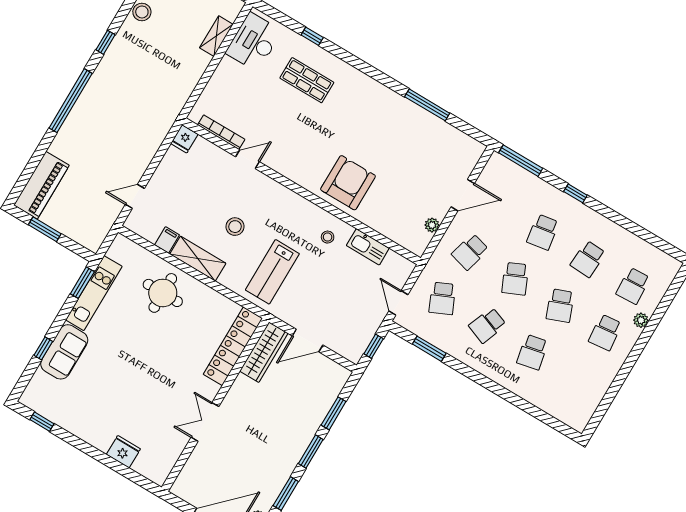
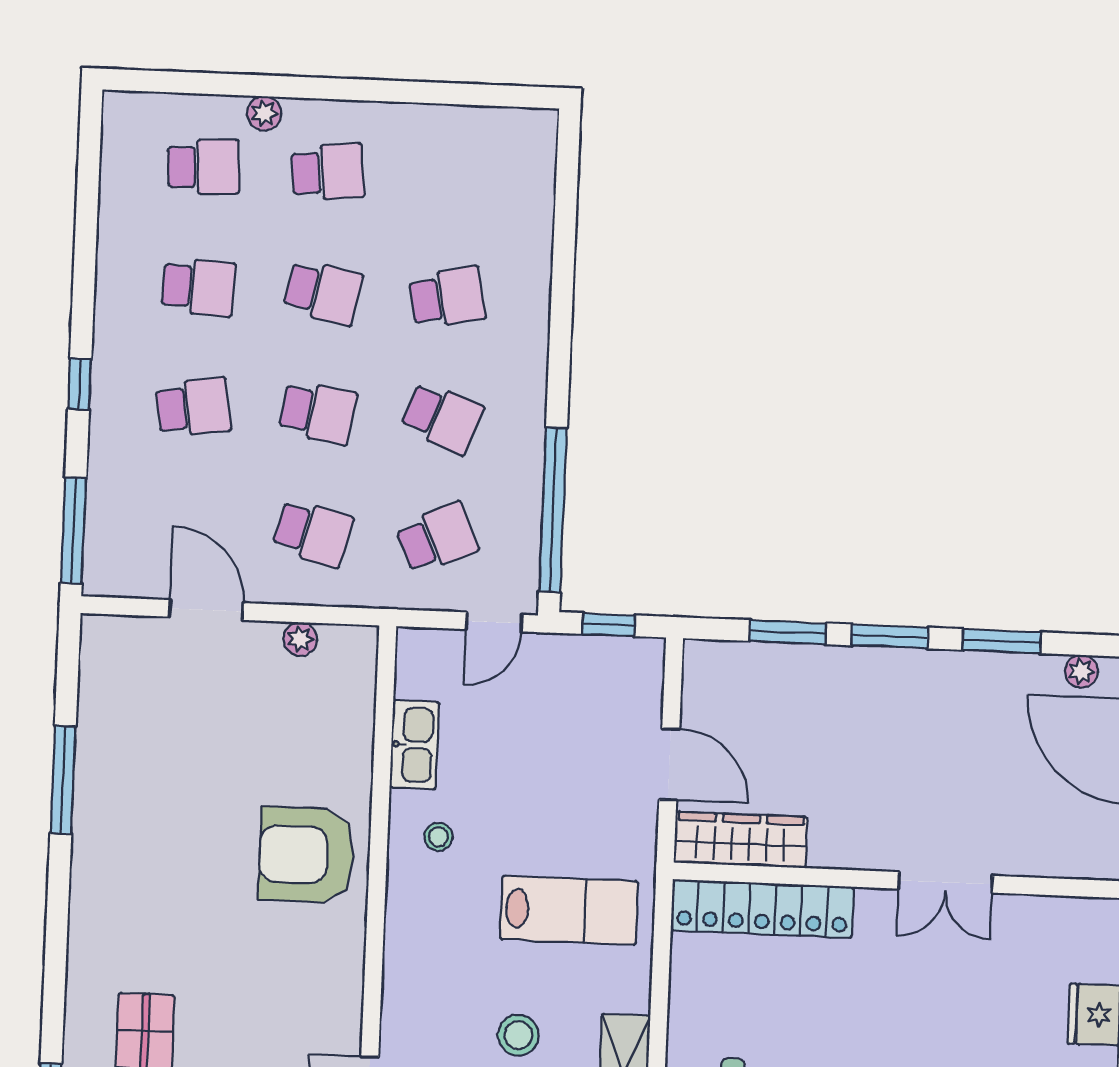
school desk: (515, 279) -> (318, 413), turned 33
school desk: (560, 306) -> (323, 292), turned 33
window: (429, 349) -> (553, 510), width x2.11

